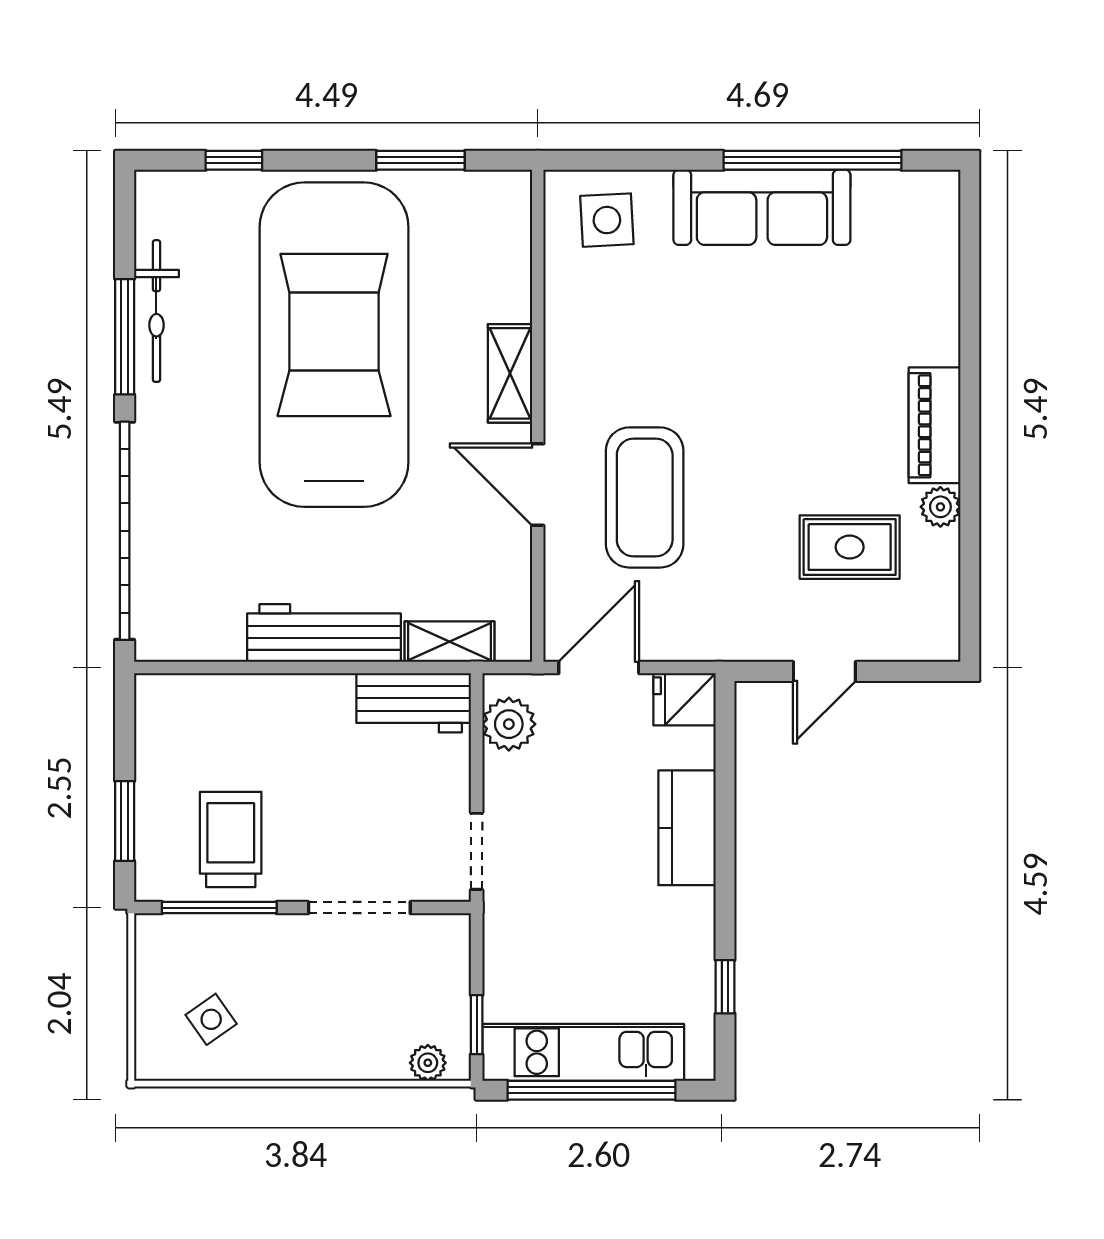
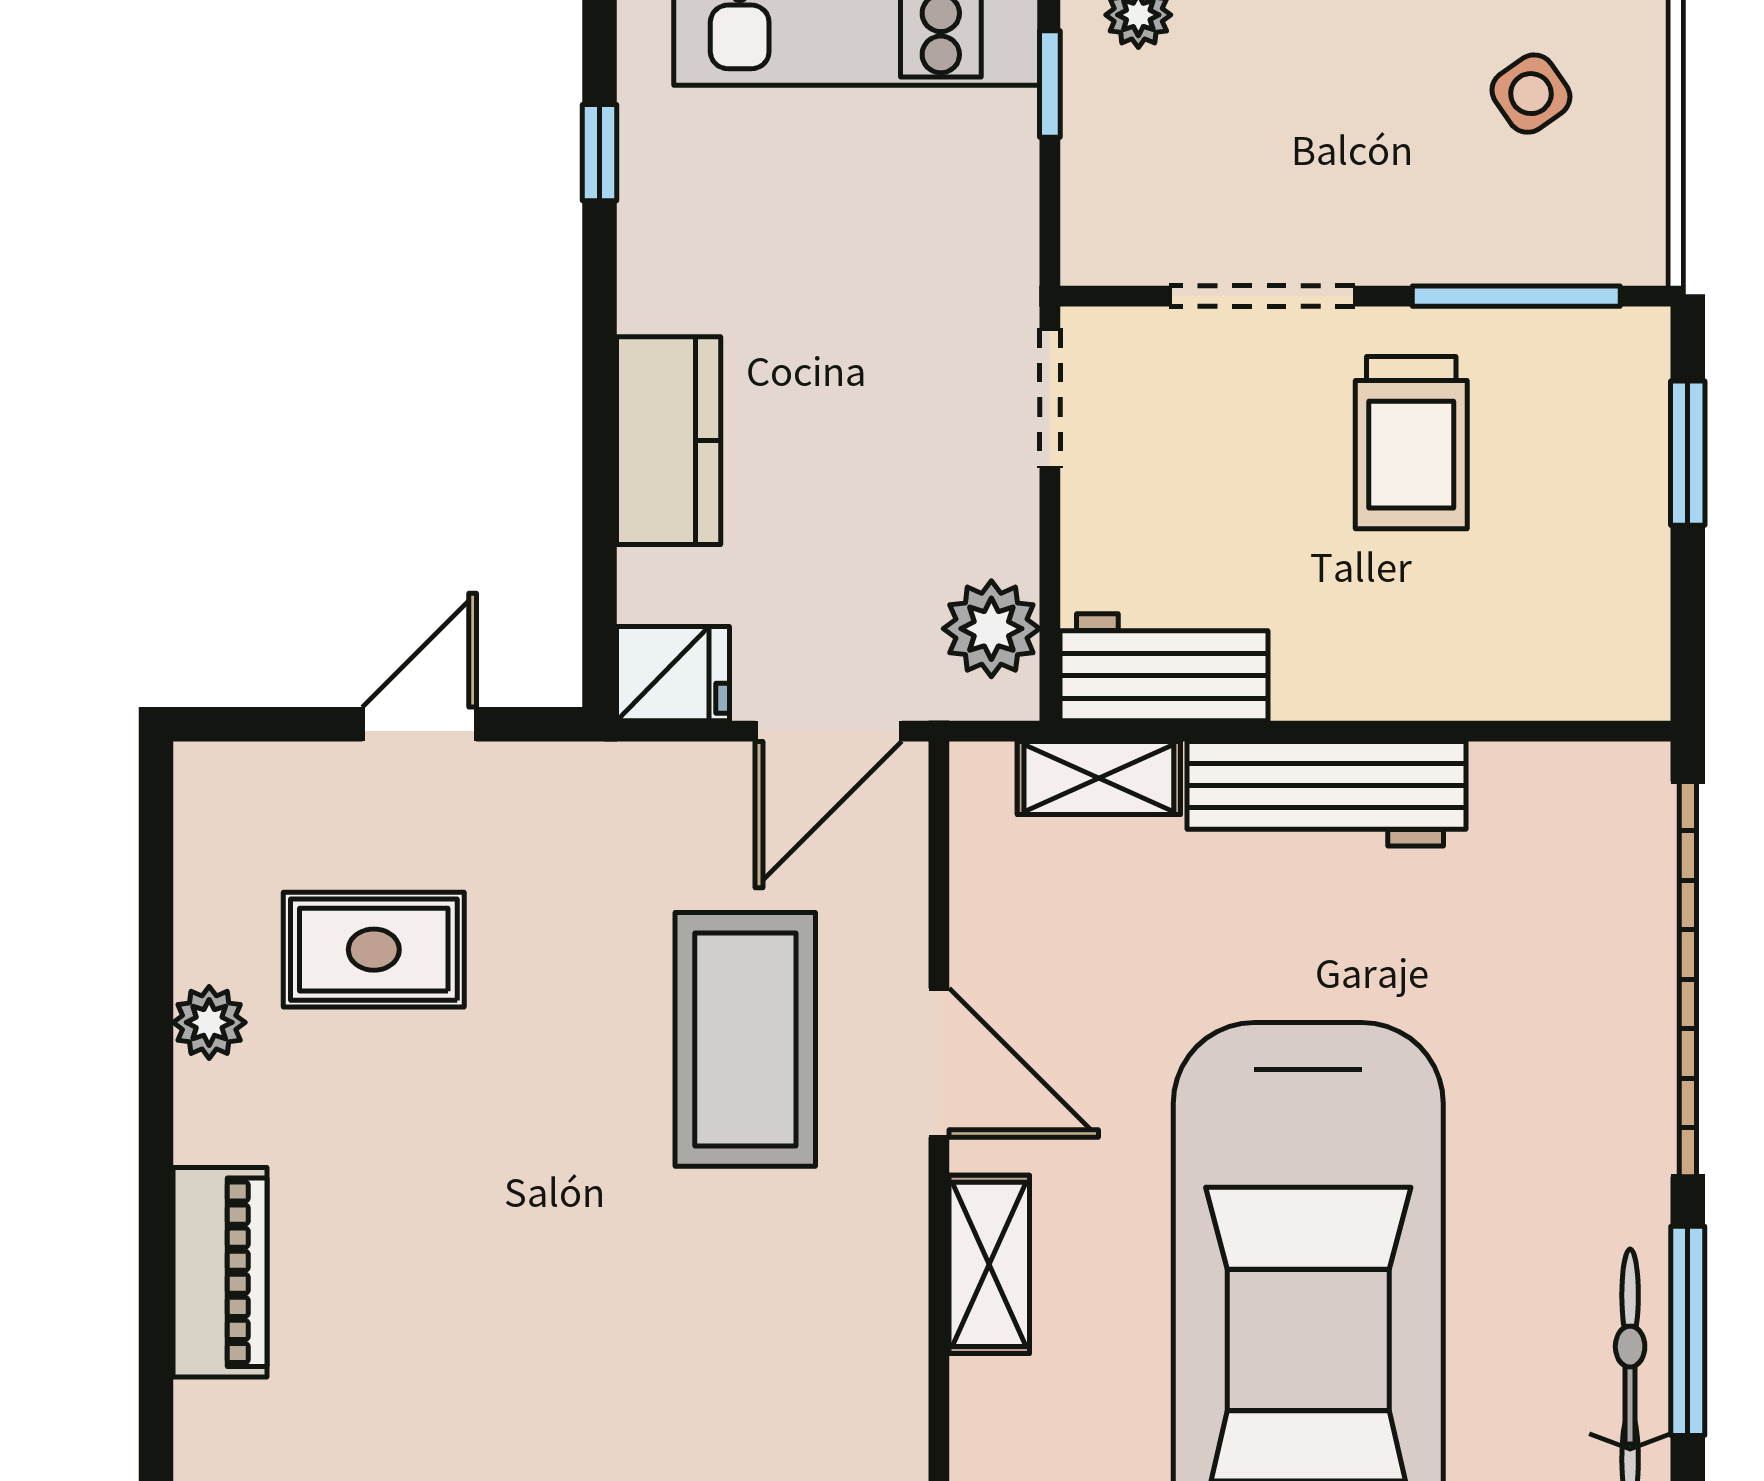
piano: (935, 425) -> (220, 1272), moved
trolley: (231, 839) -> (1411, 443), moved

